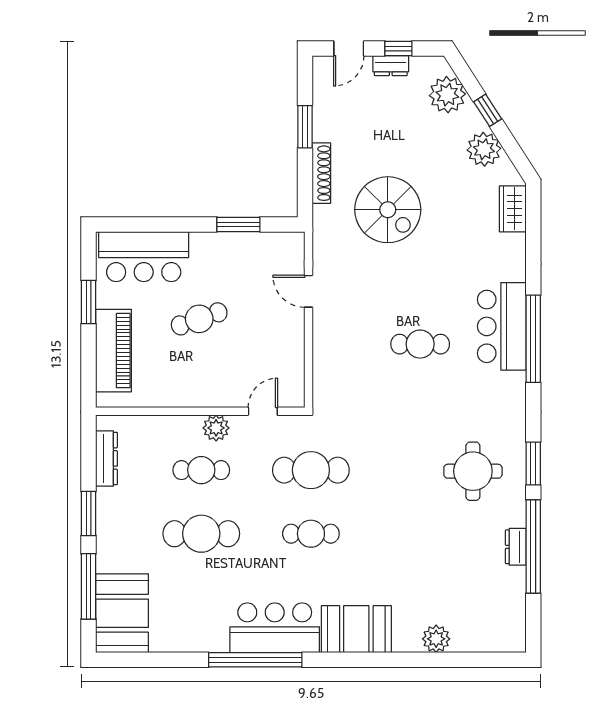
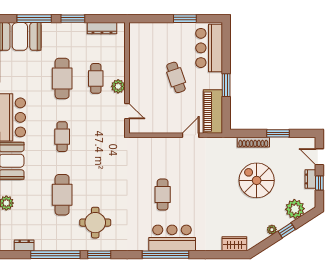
plant: (484, 149) -> (272, 230), width x0.53, depth x0.53
spiral stairs: (388, 210) -> (257, 180), moved, turned 90
window: (238, 224) -> (226, 85), moved
piano: (114, 351) -> (213, 112), moved, turned 90
cafe table: (311, 470) -> (62, 195), moved
dresser: (516, 547) -> (24, 245), moved

